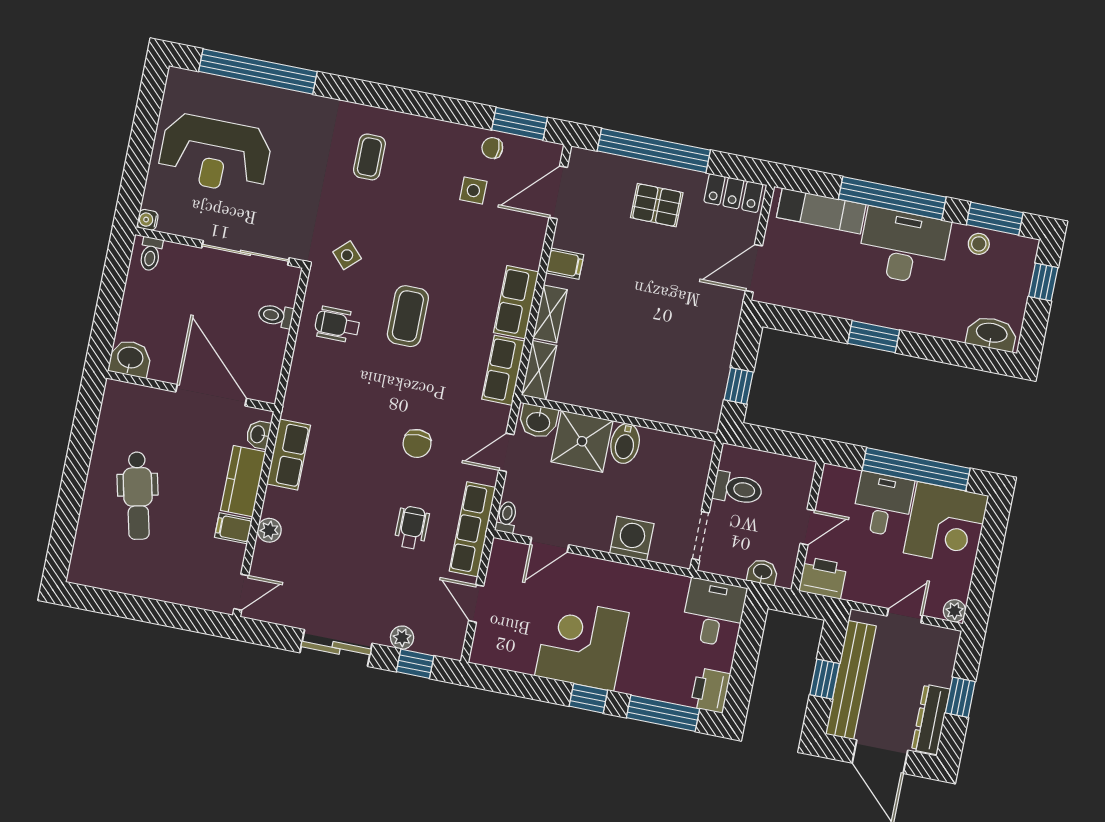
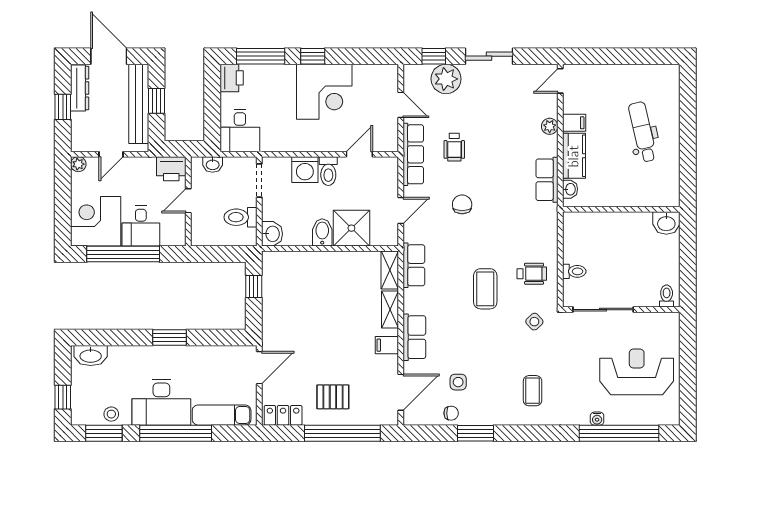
window: (519, 124) -> (476, 433), moved
water cooler: (148, 220) -> (597, 419), moved, turned 90
row of seats: (516, 302) -> (414, 337), moved
door: (211, 395) -> (607, 209), removed
washbasin: (538, 421) -> (272, 234), moved, turned 90
toilet: (507, 517) -> (328, 171), moved, width x1.37, depth x1.39
plant: (402, 638) -> (446, 79), width x1.88, depth x1.88

